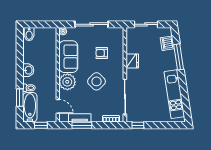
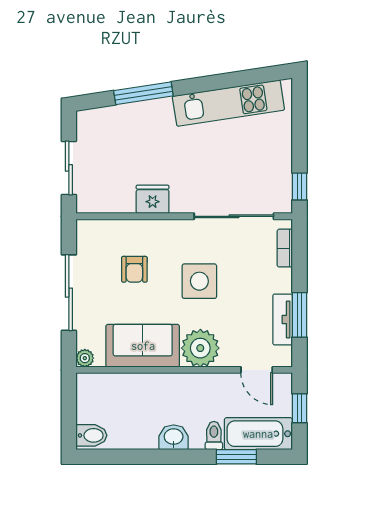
dishwasher: (167, 43) -> (112, 119), removed
side table: (97, 81) -> (199, 281), turned 45
door: (58, 106) -> (257, 370), swing flipped

